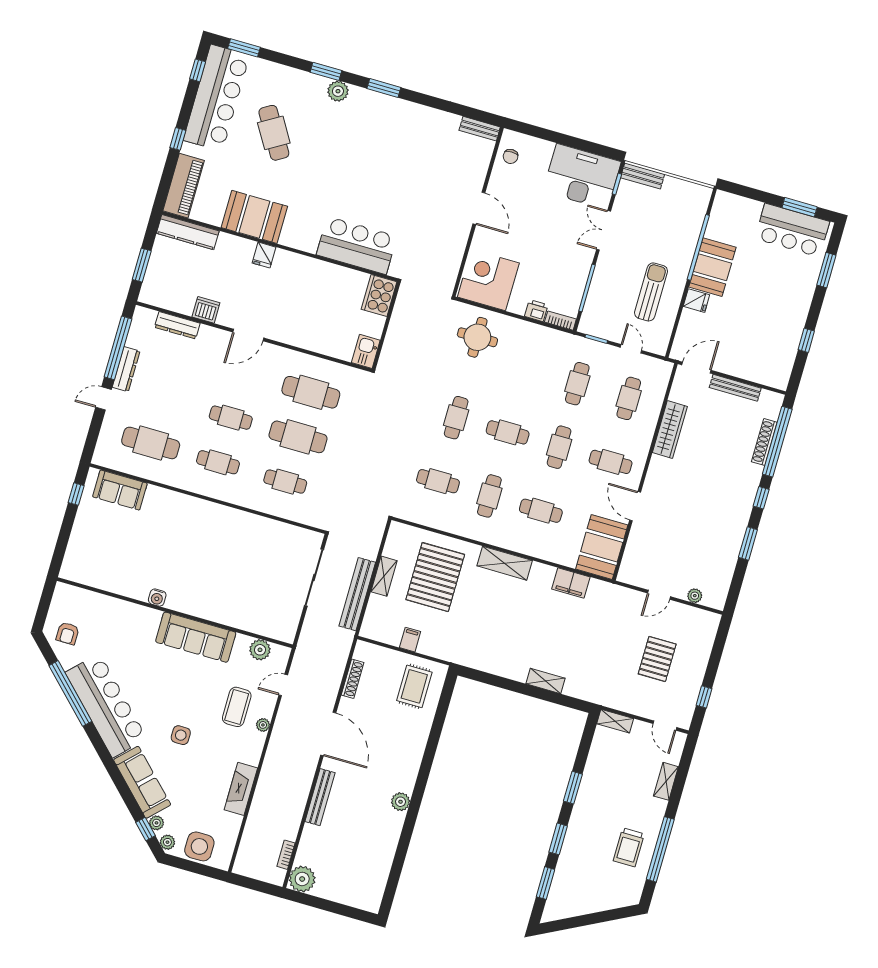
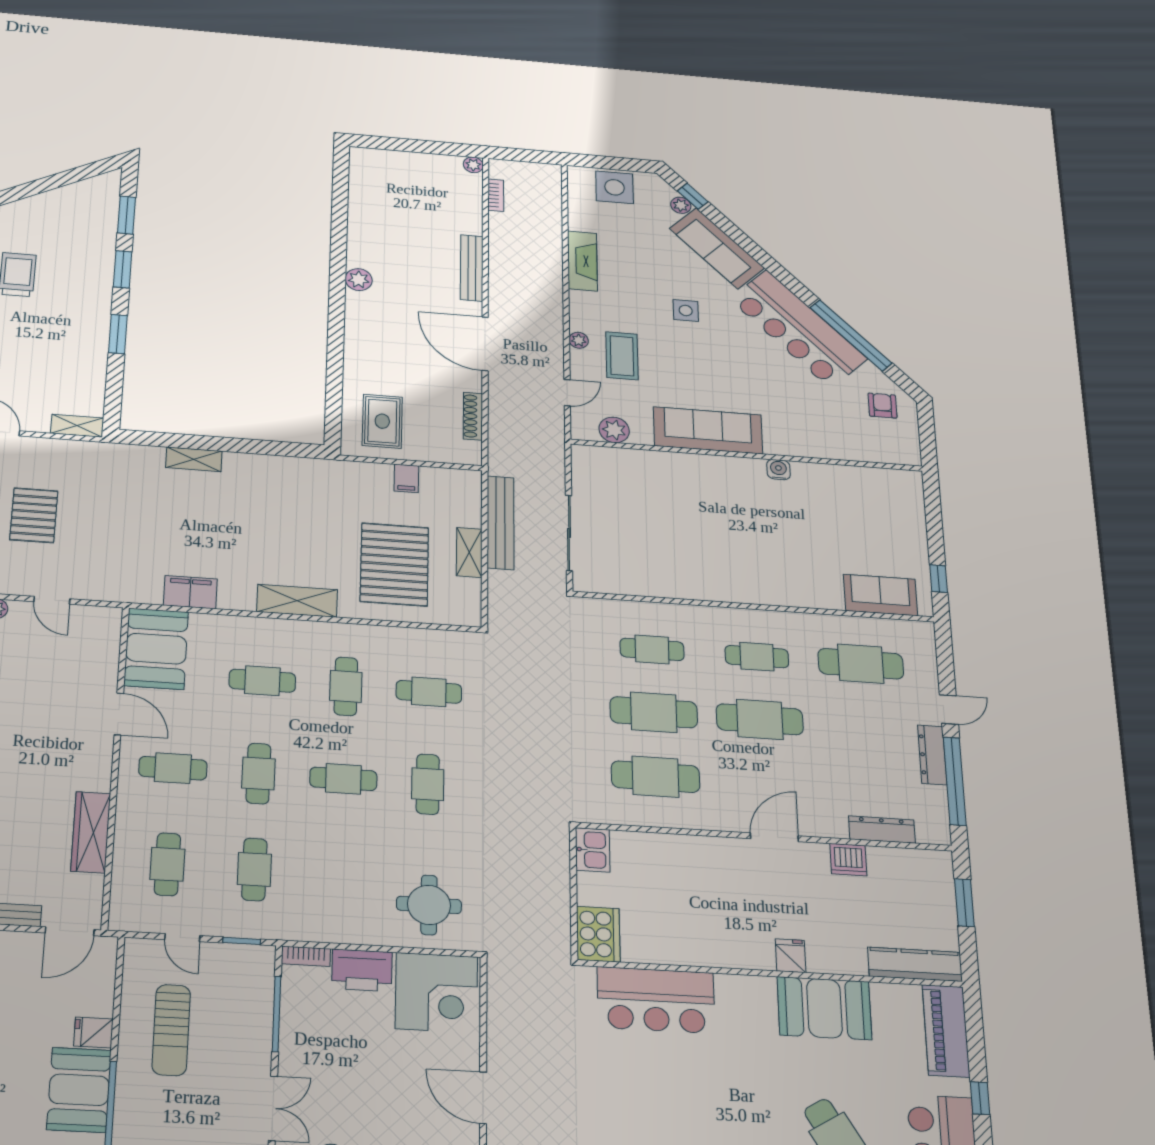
printer: (536, 311) -> (362, 970), width x1.87, depth x1.48
cafe table: (231, 418) -> (760, 719), width x1.37, depth x1.35
door: (659, 595) -> (52, 600), swing flipped
plant: (167, 842) -> (658, 186), removed
plant: (302, 879) -> (473, 165), width x0.53, depth x0.53

